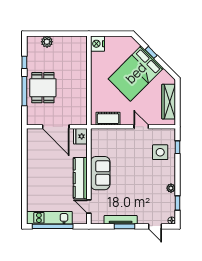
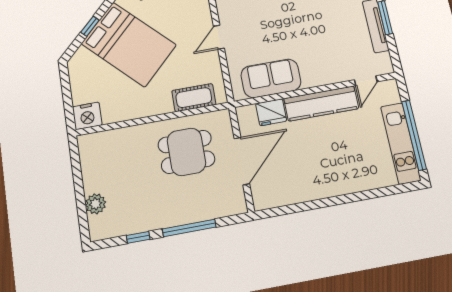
dining table: (43, 88) -> (186, 152), moved
cot: (108, 119) -> (194, 98), moved, turned 90
door: (141, 127) -> (219, 37), moved
fridge: (80, 136) -> (271, 112), moved
sofa: (100, 173) -> (271, 78), moved

